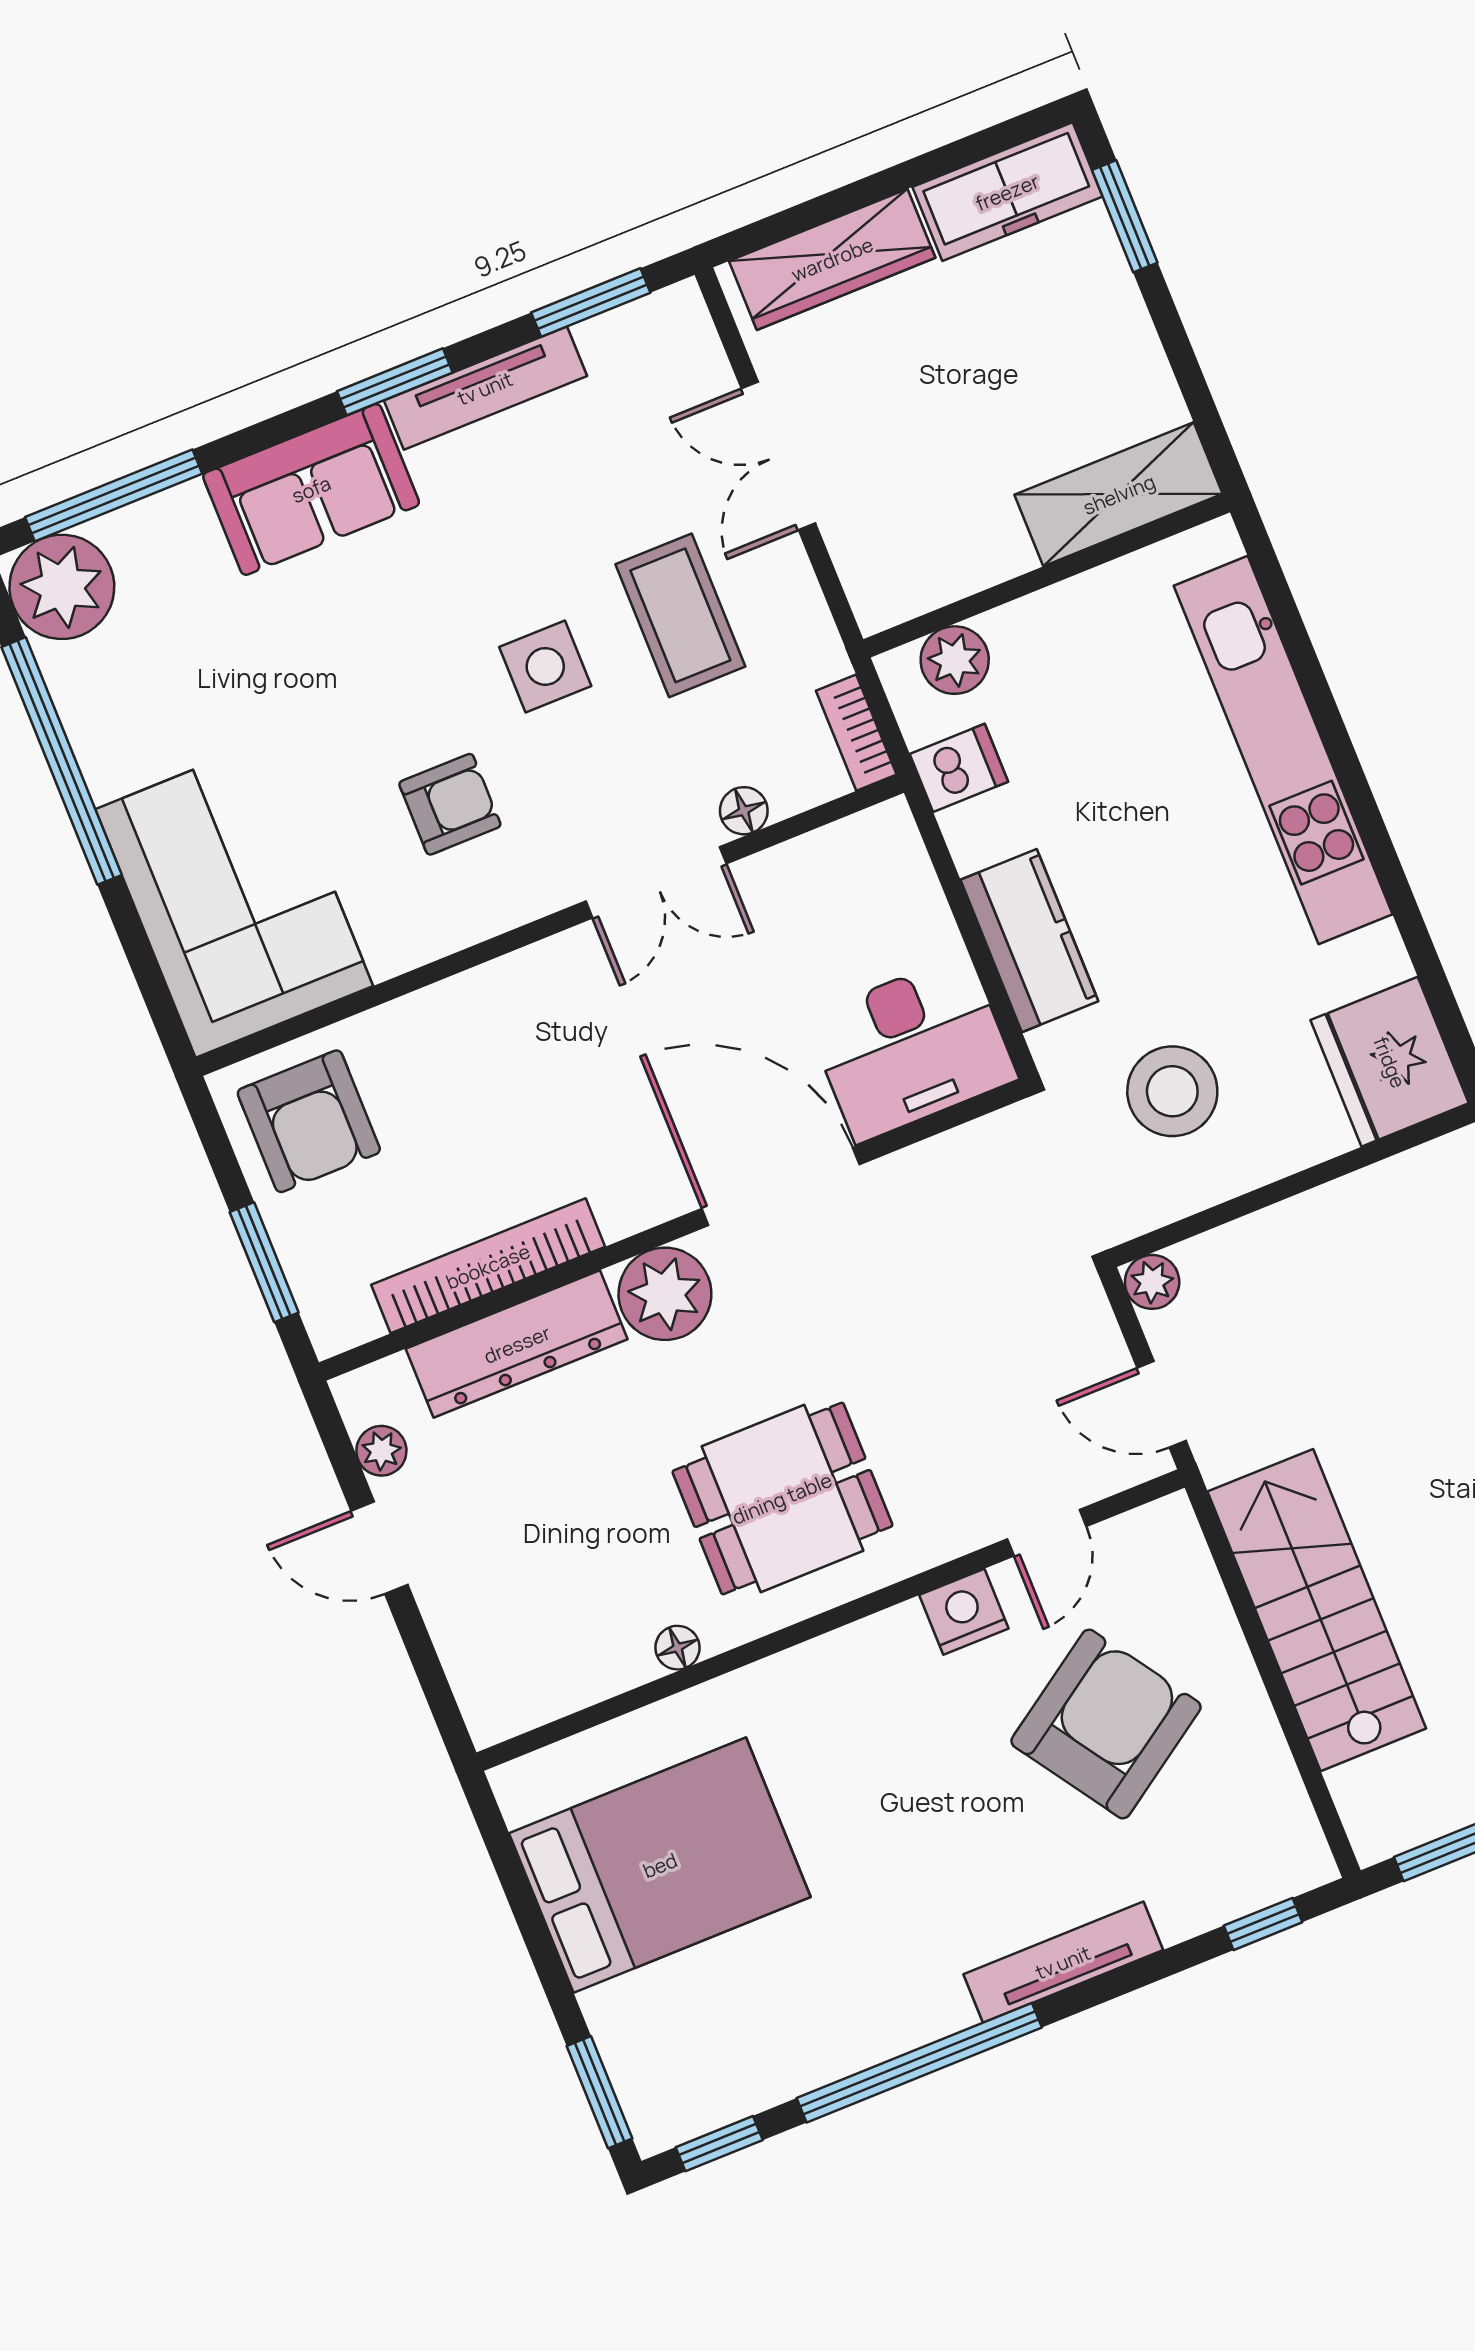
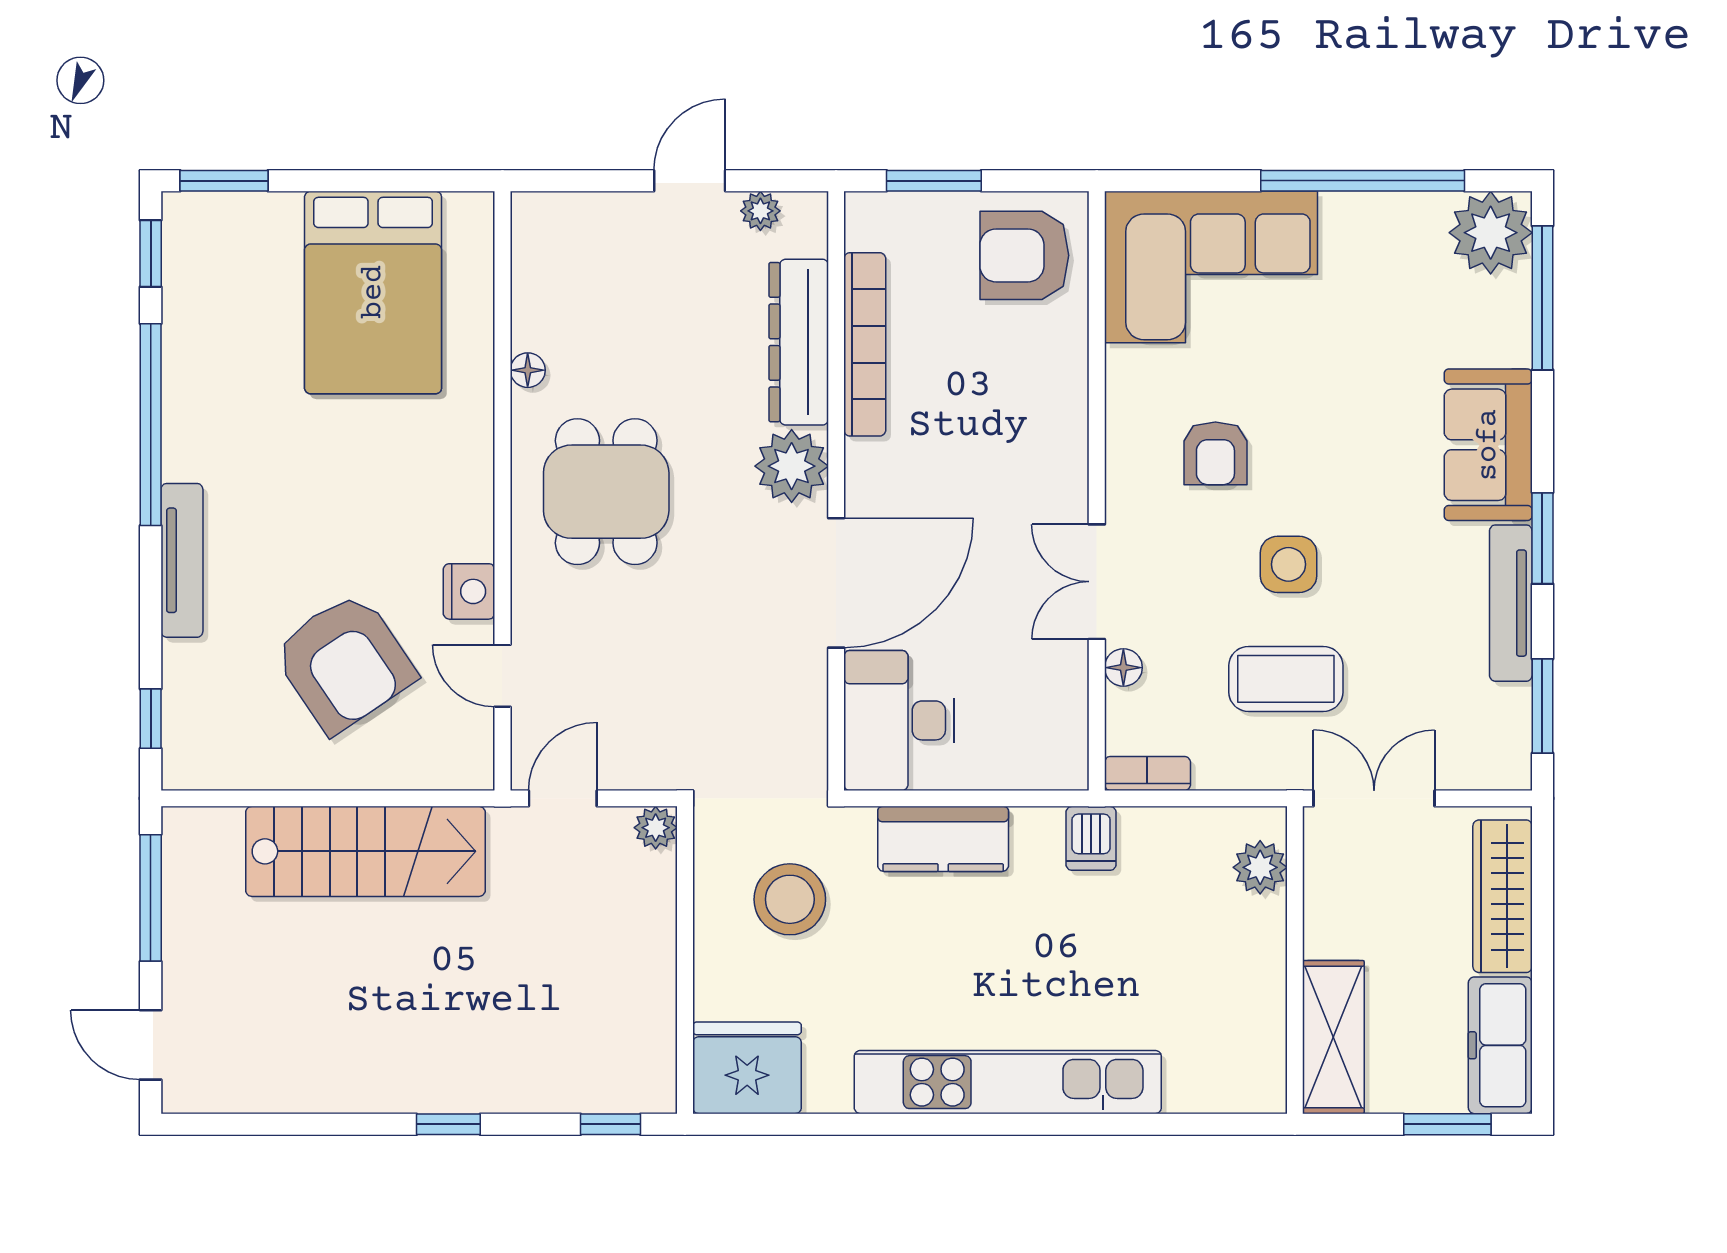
shelving: (1119, 494) -> (1333, 1037), moved
wall: (1047, 576) -> (1295, 960), moved
plant: (955, 660) -> (1260, 867), moved

